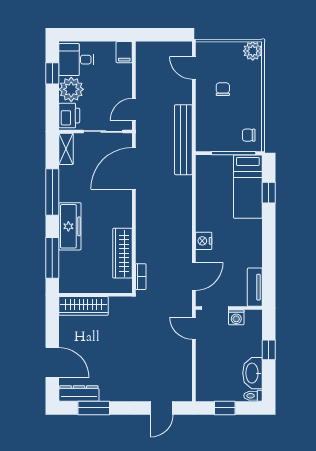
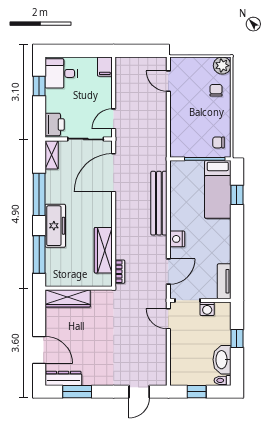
plant: (71, 89) -> (56, 101), removed
chair: (223, 89) -> (216, 90), moved
bench: (183, 140) -> (159, 203), moved

